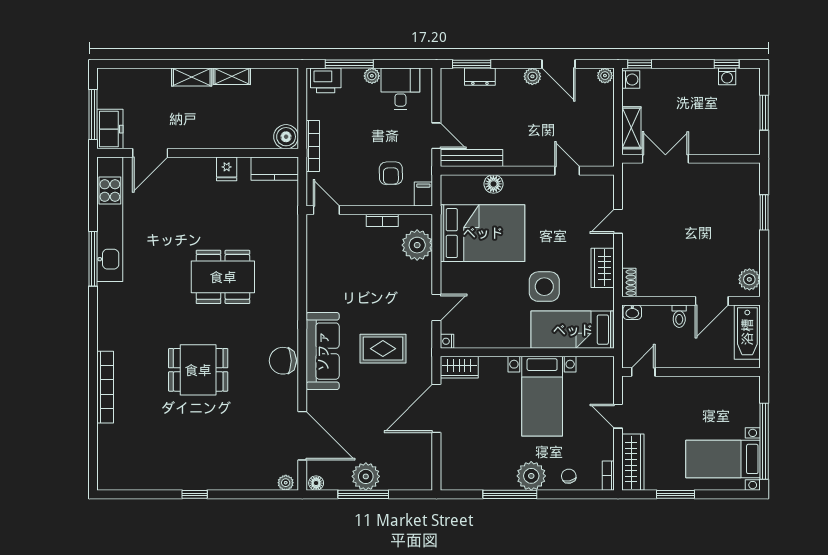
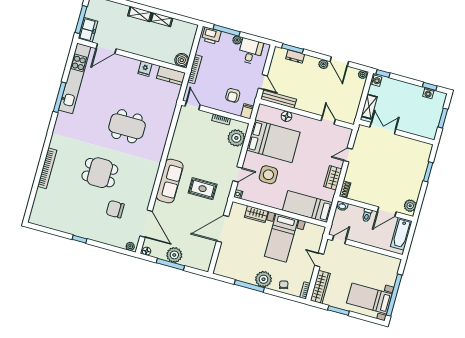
side table: (544, 287) -> (268, 175), moved
chair: (283, 361) -> (115, 209), moved
wardrobe: (459, 367) -> (256, 214), moved

